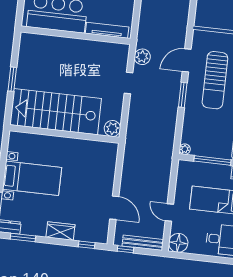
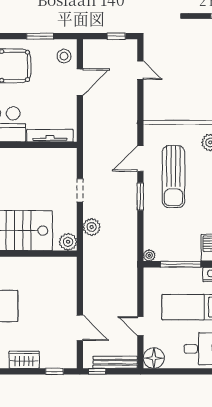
plant: (142, 57) -> (92, 227), moved

